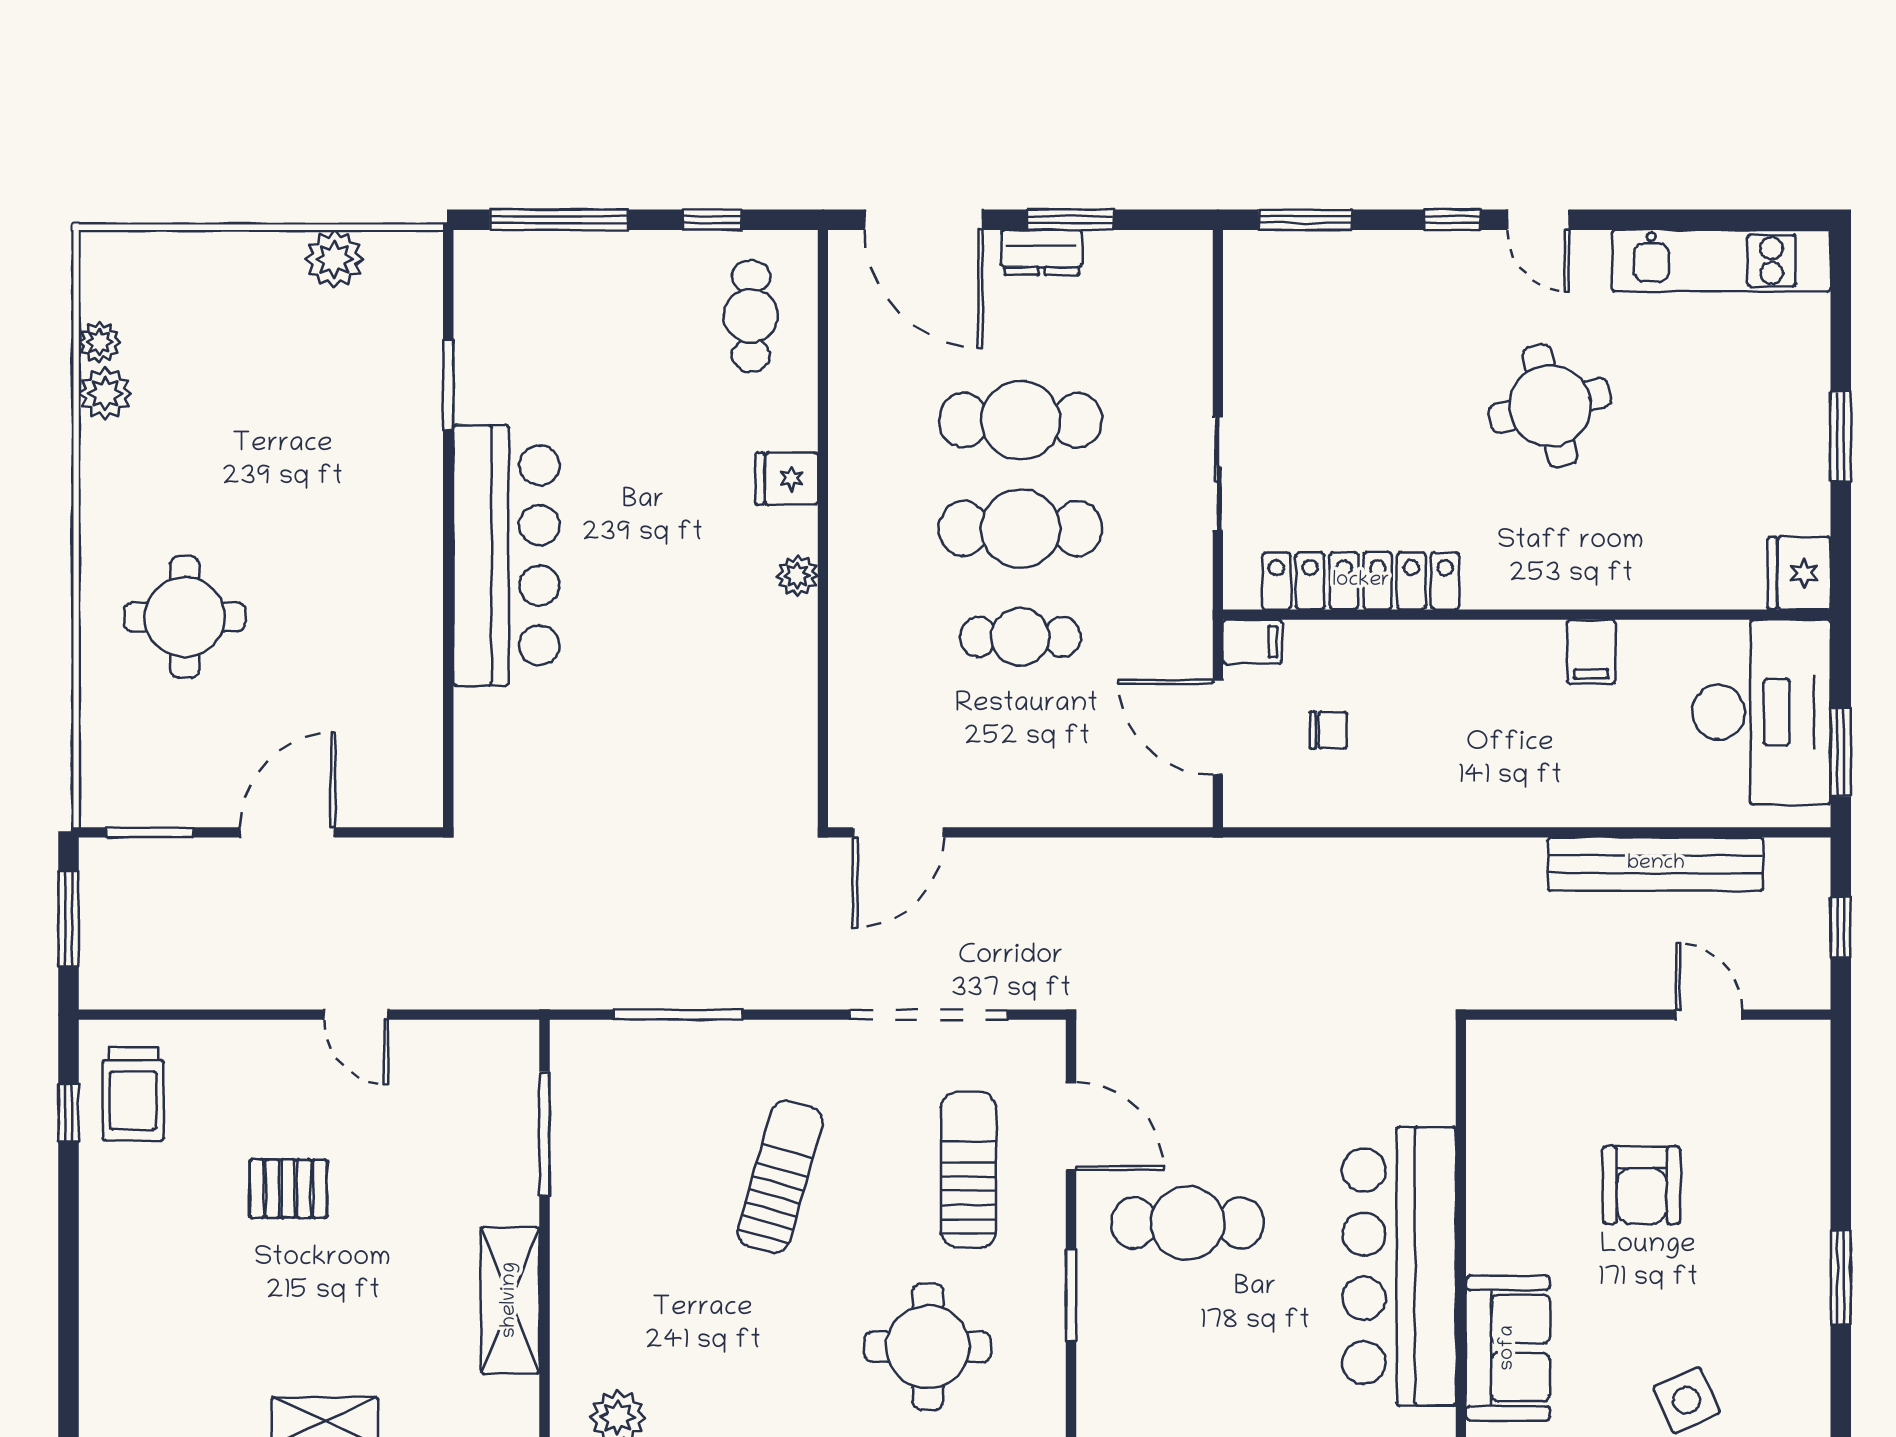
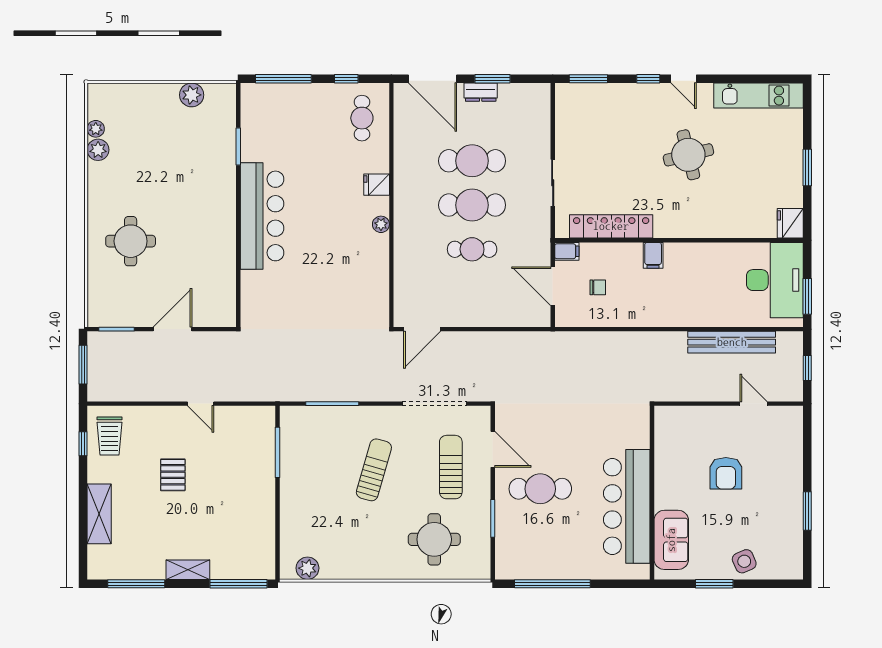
filing cabinet: (1591, 652) -> (653, 255), moved
pallet: (288, 1189) -> (173, 475), turned 90
shelving: (510, 1300) -> (99, 514), moved

